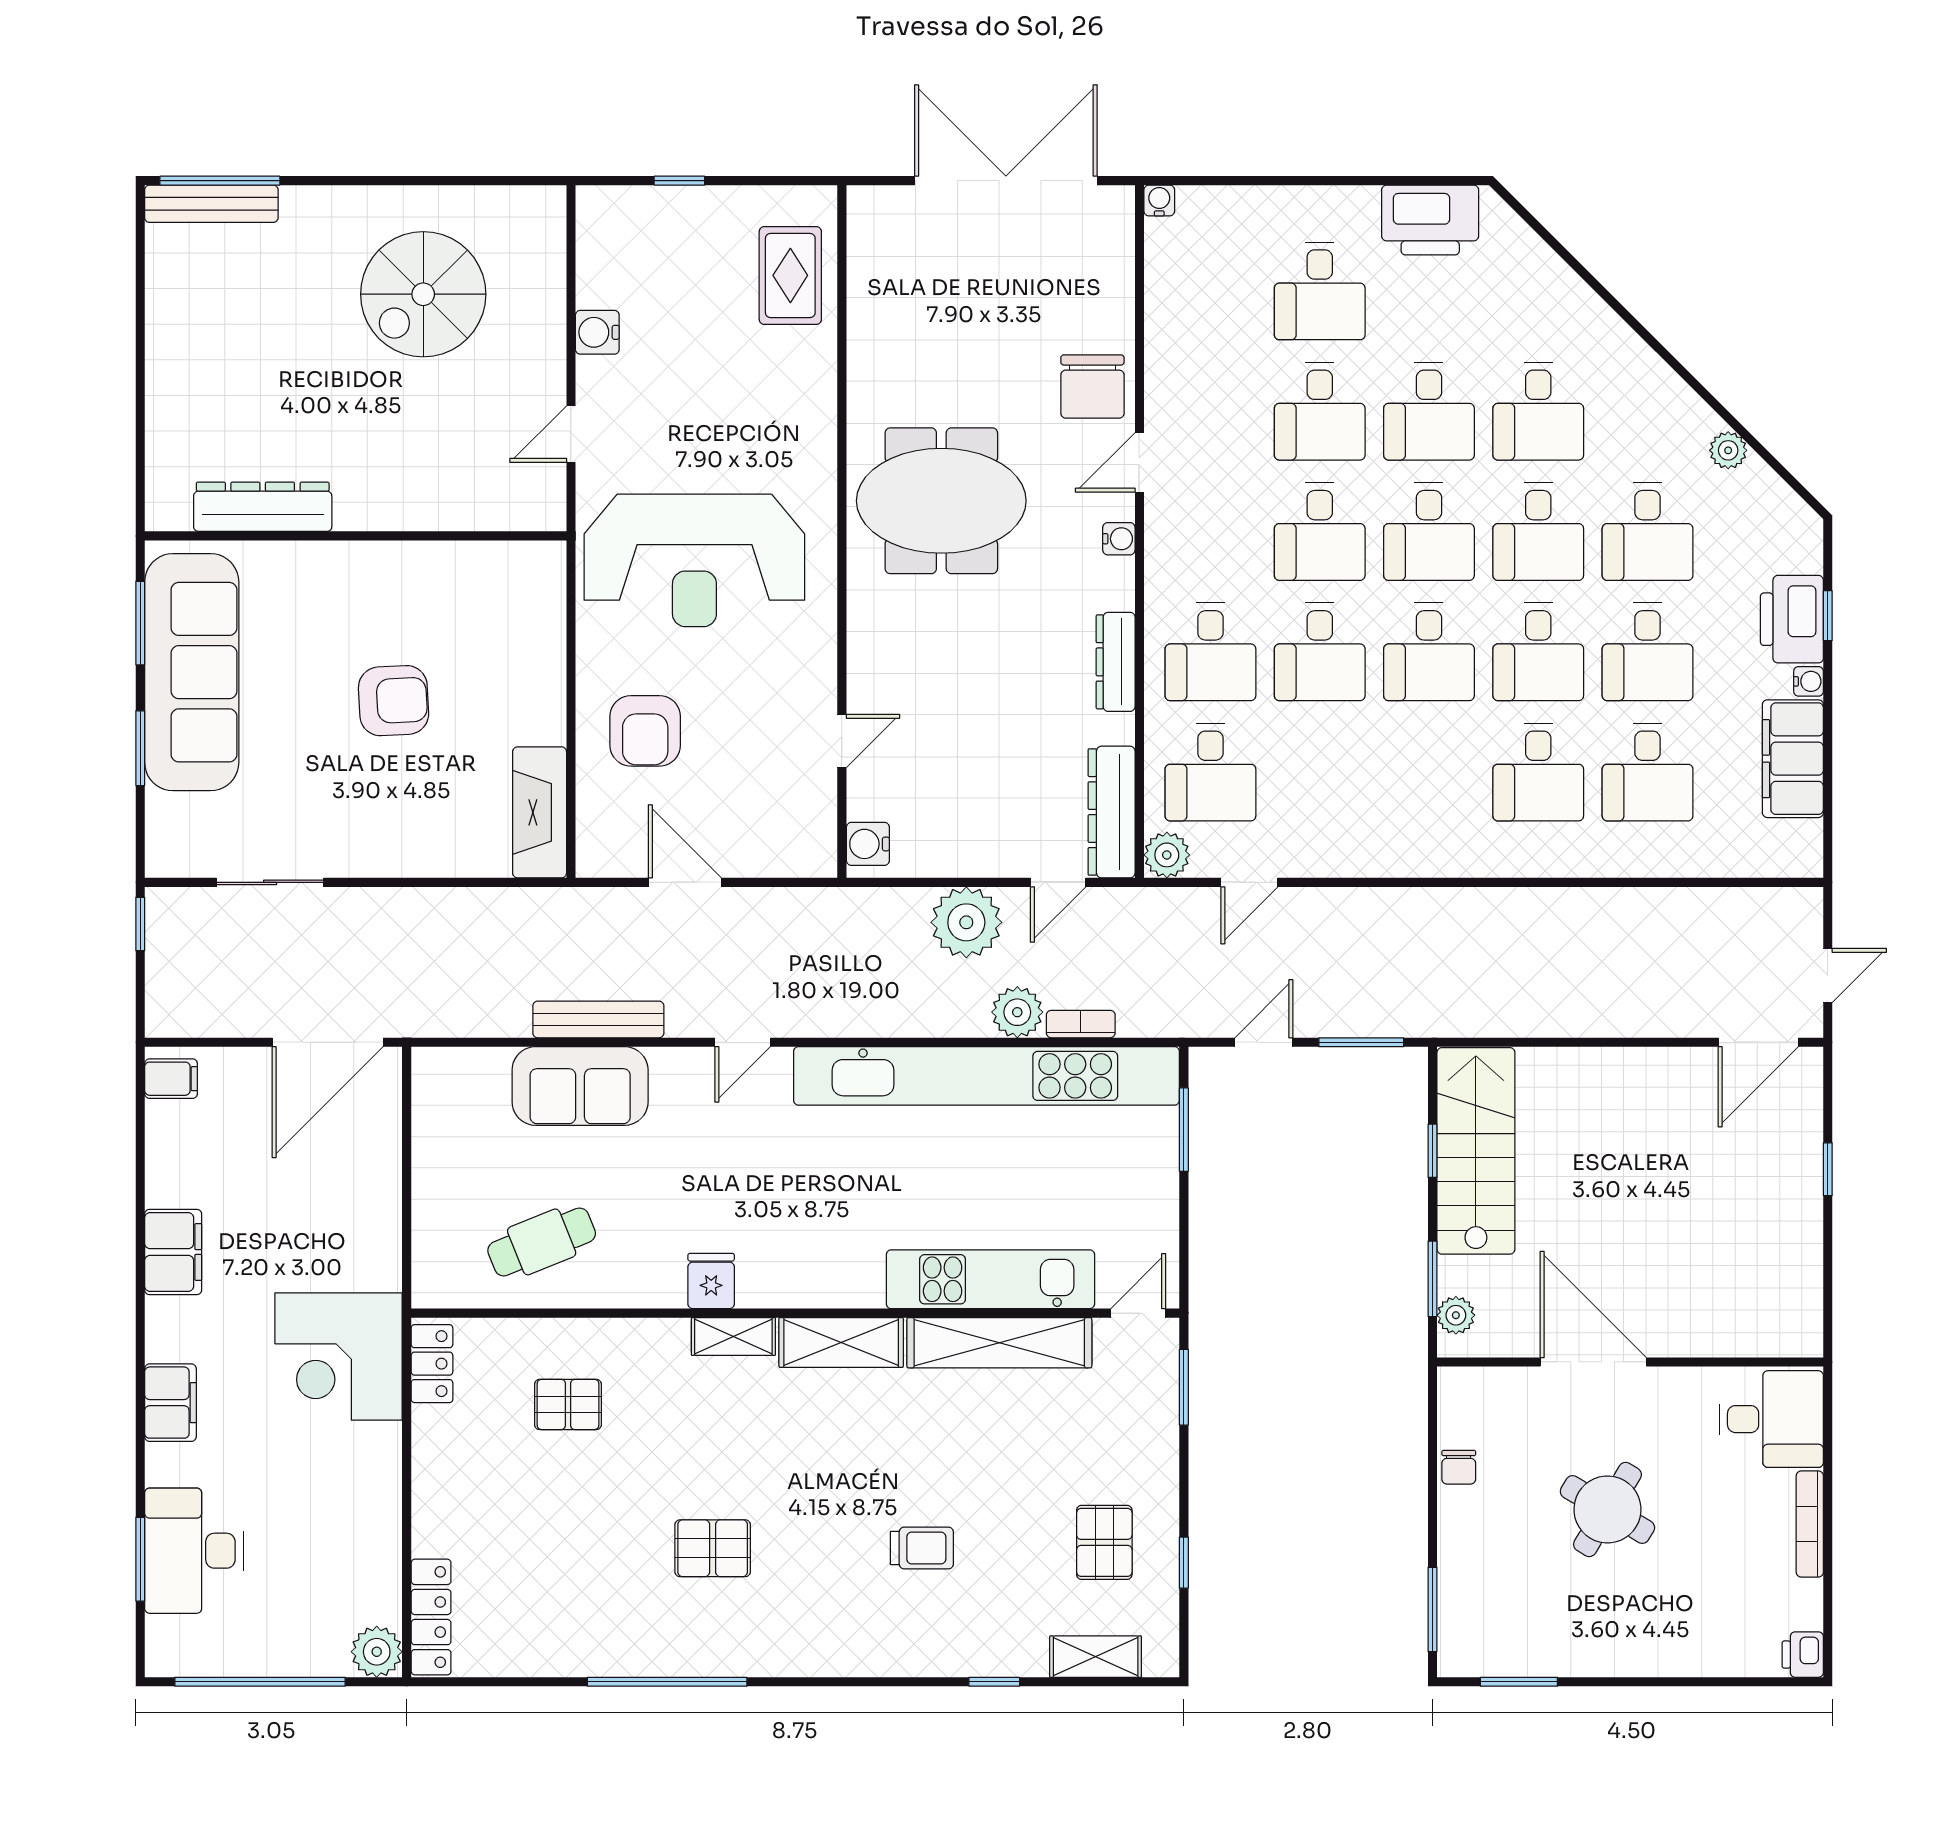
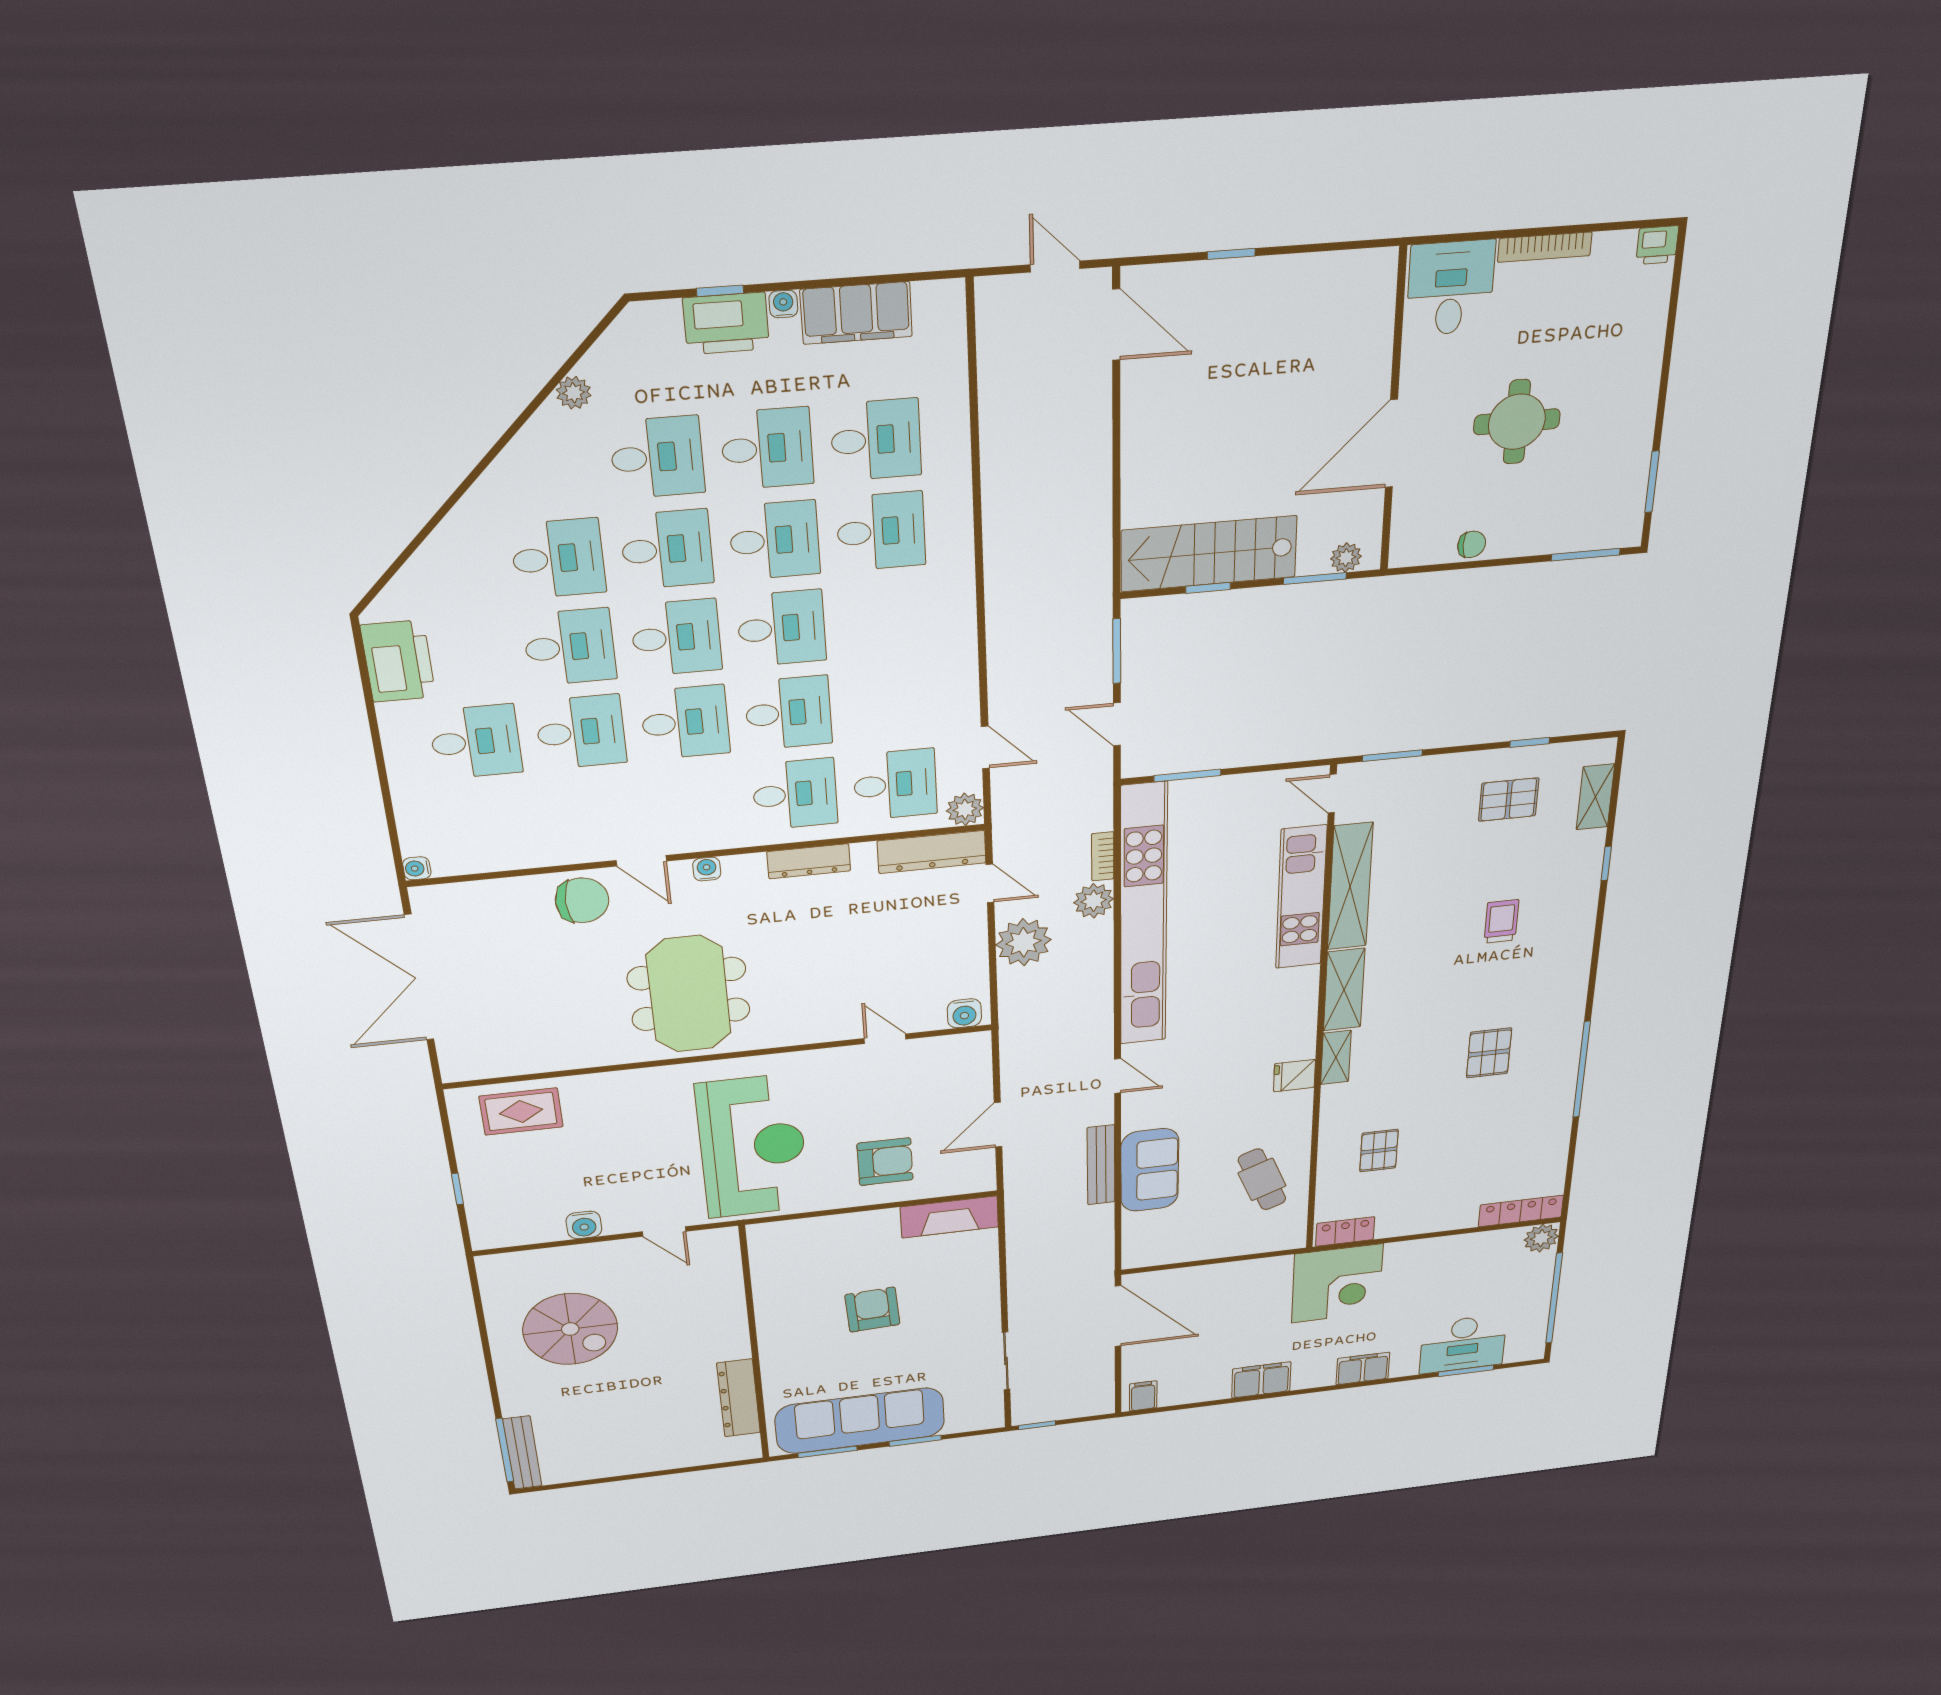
round table: (1607, 1509) -> (1517, 422), turned -31

